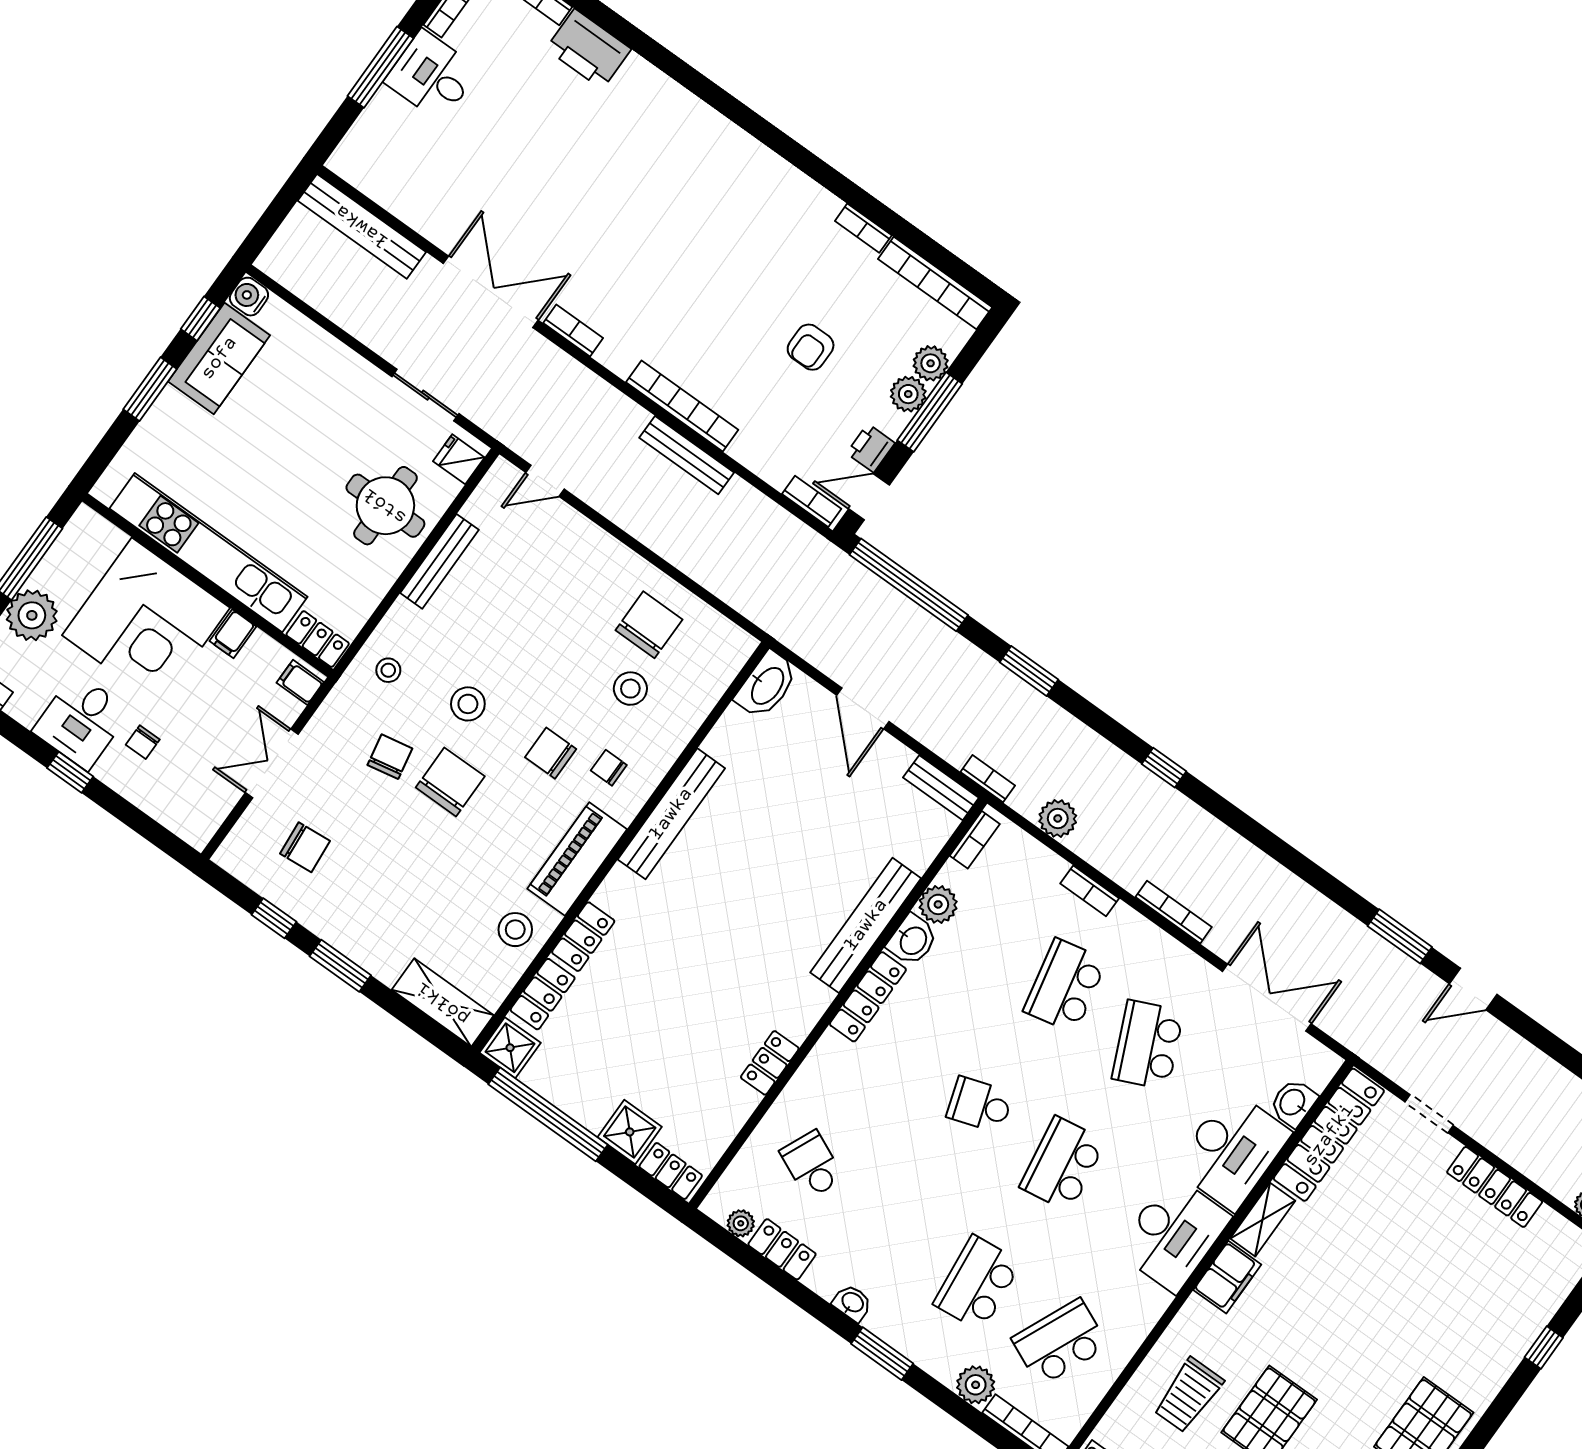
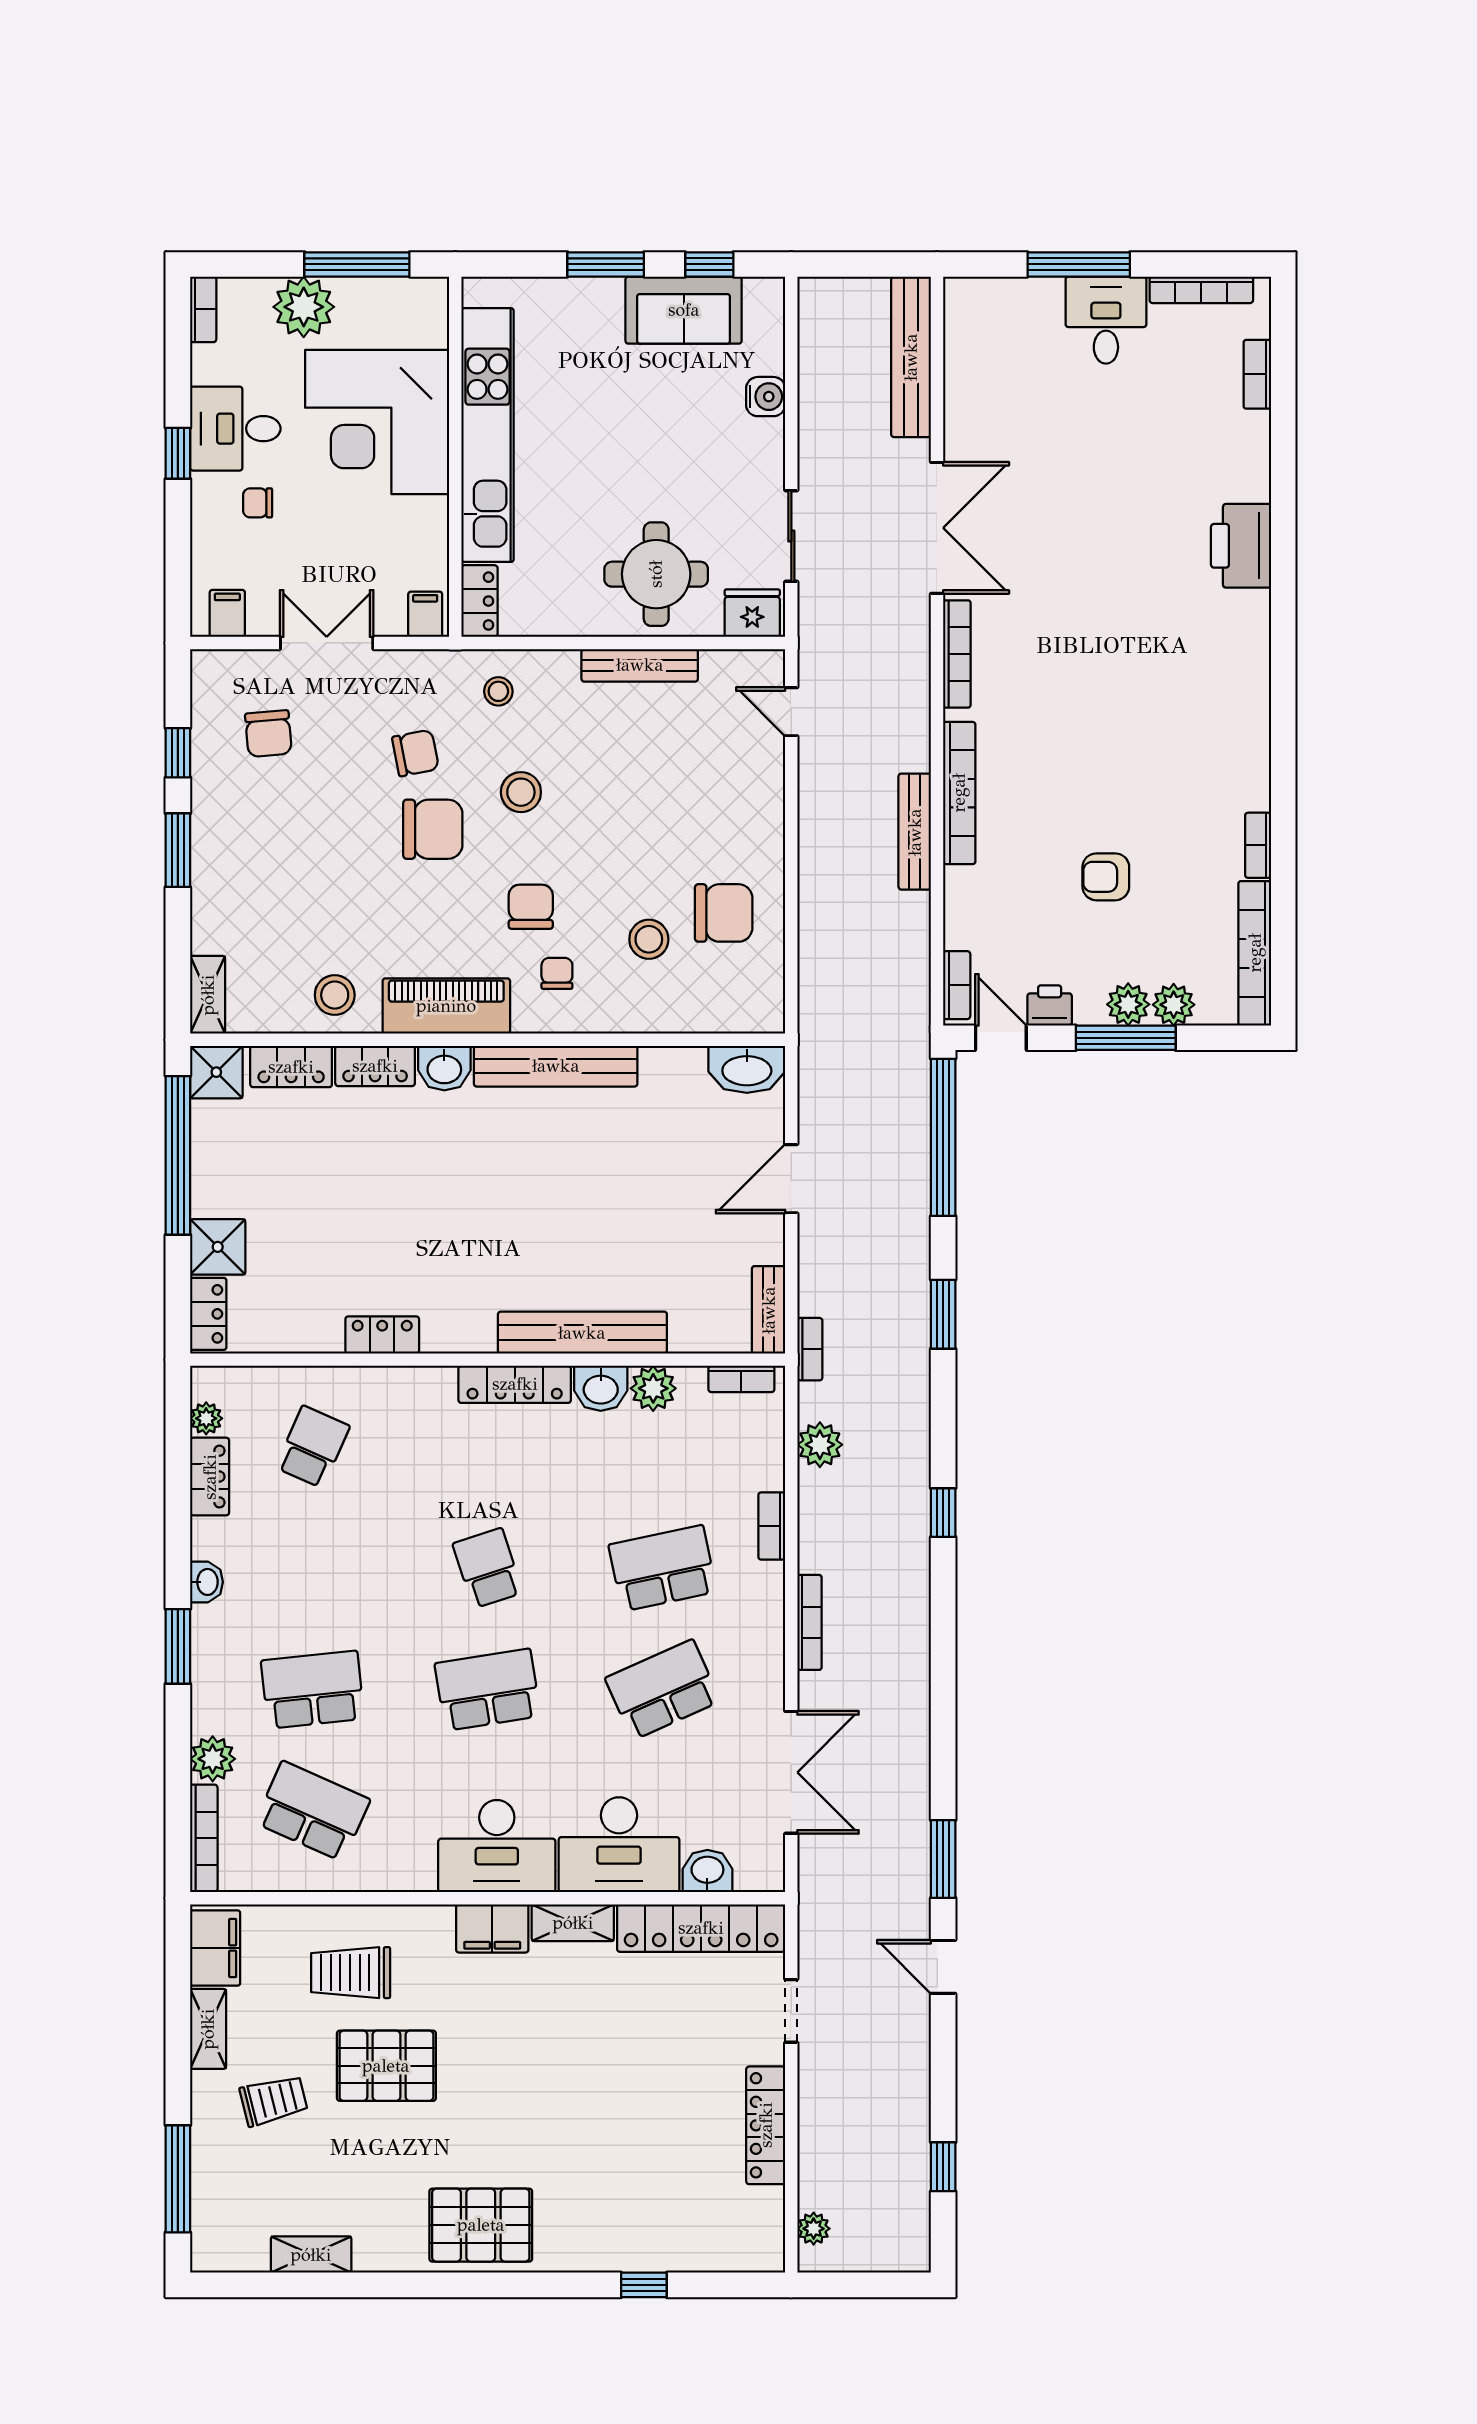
printer: (589, 49) -> (1241, 546), moved
water cooler: (249, 297) -> (766, 397), moved, turned 90
bookcase: (573, 330) -> (957, 654), width x1.56
fridge: (459, 459) -> (752, 613), width x1.38
filing cabinet: (233, 634) -> (227, 613), moved, turned 90
washbasin: (618, 891) -> (444, 1068), added
shelving: (443, 1003) -> (208, 995), width x0.67, depth x0.75

